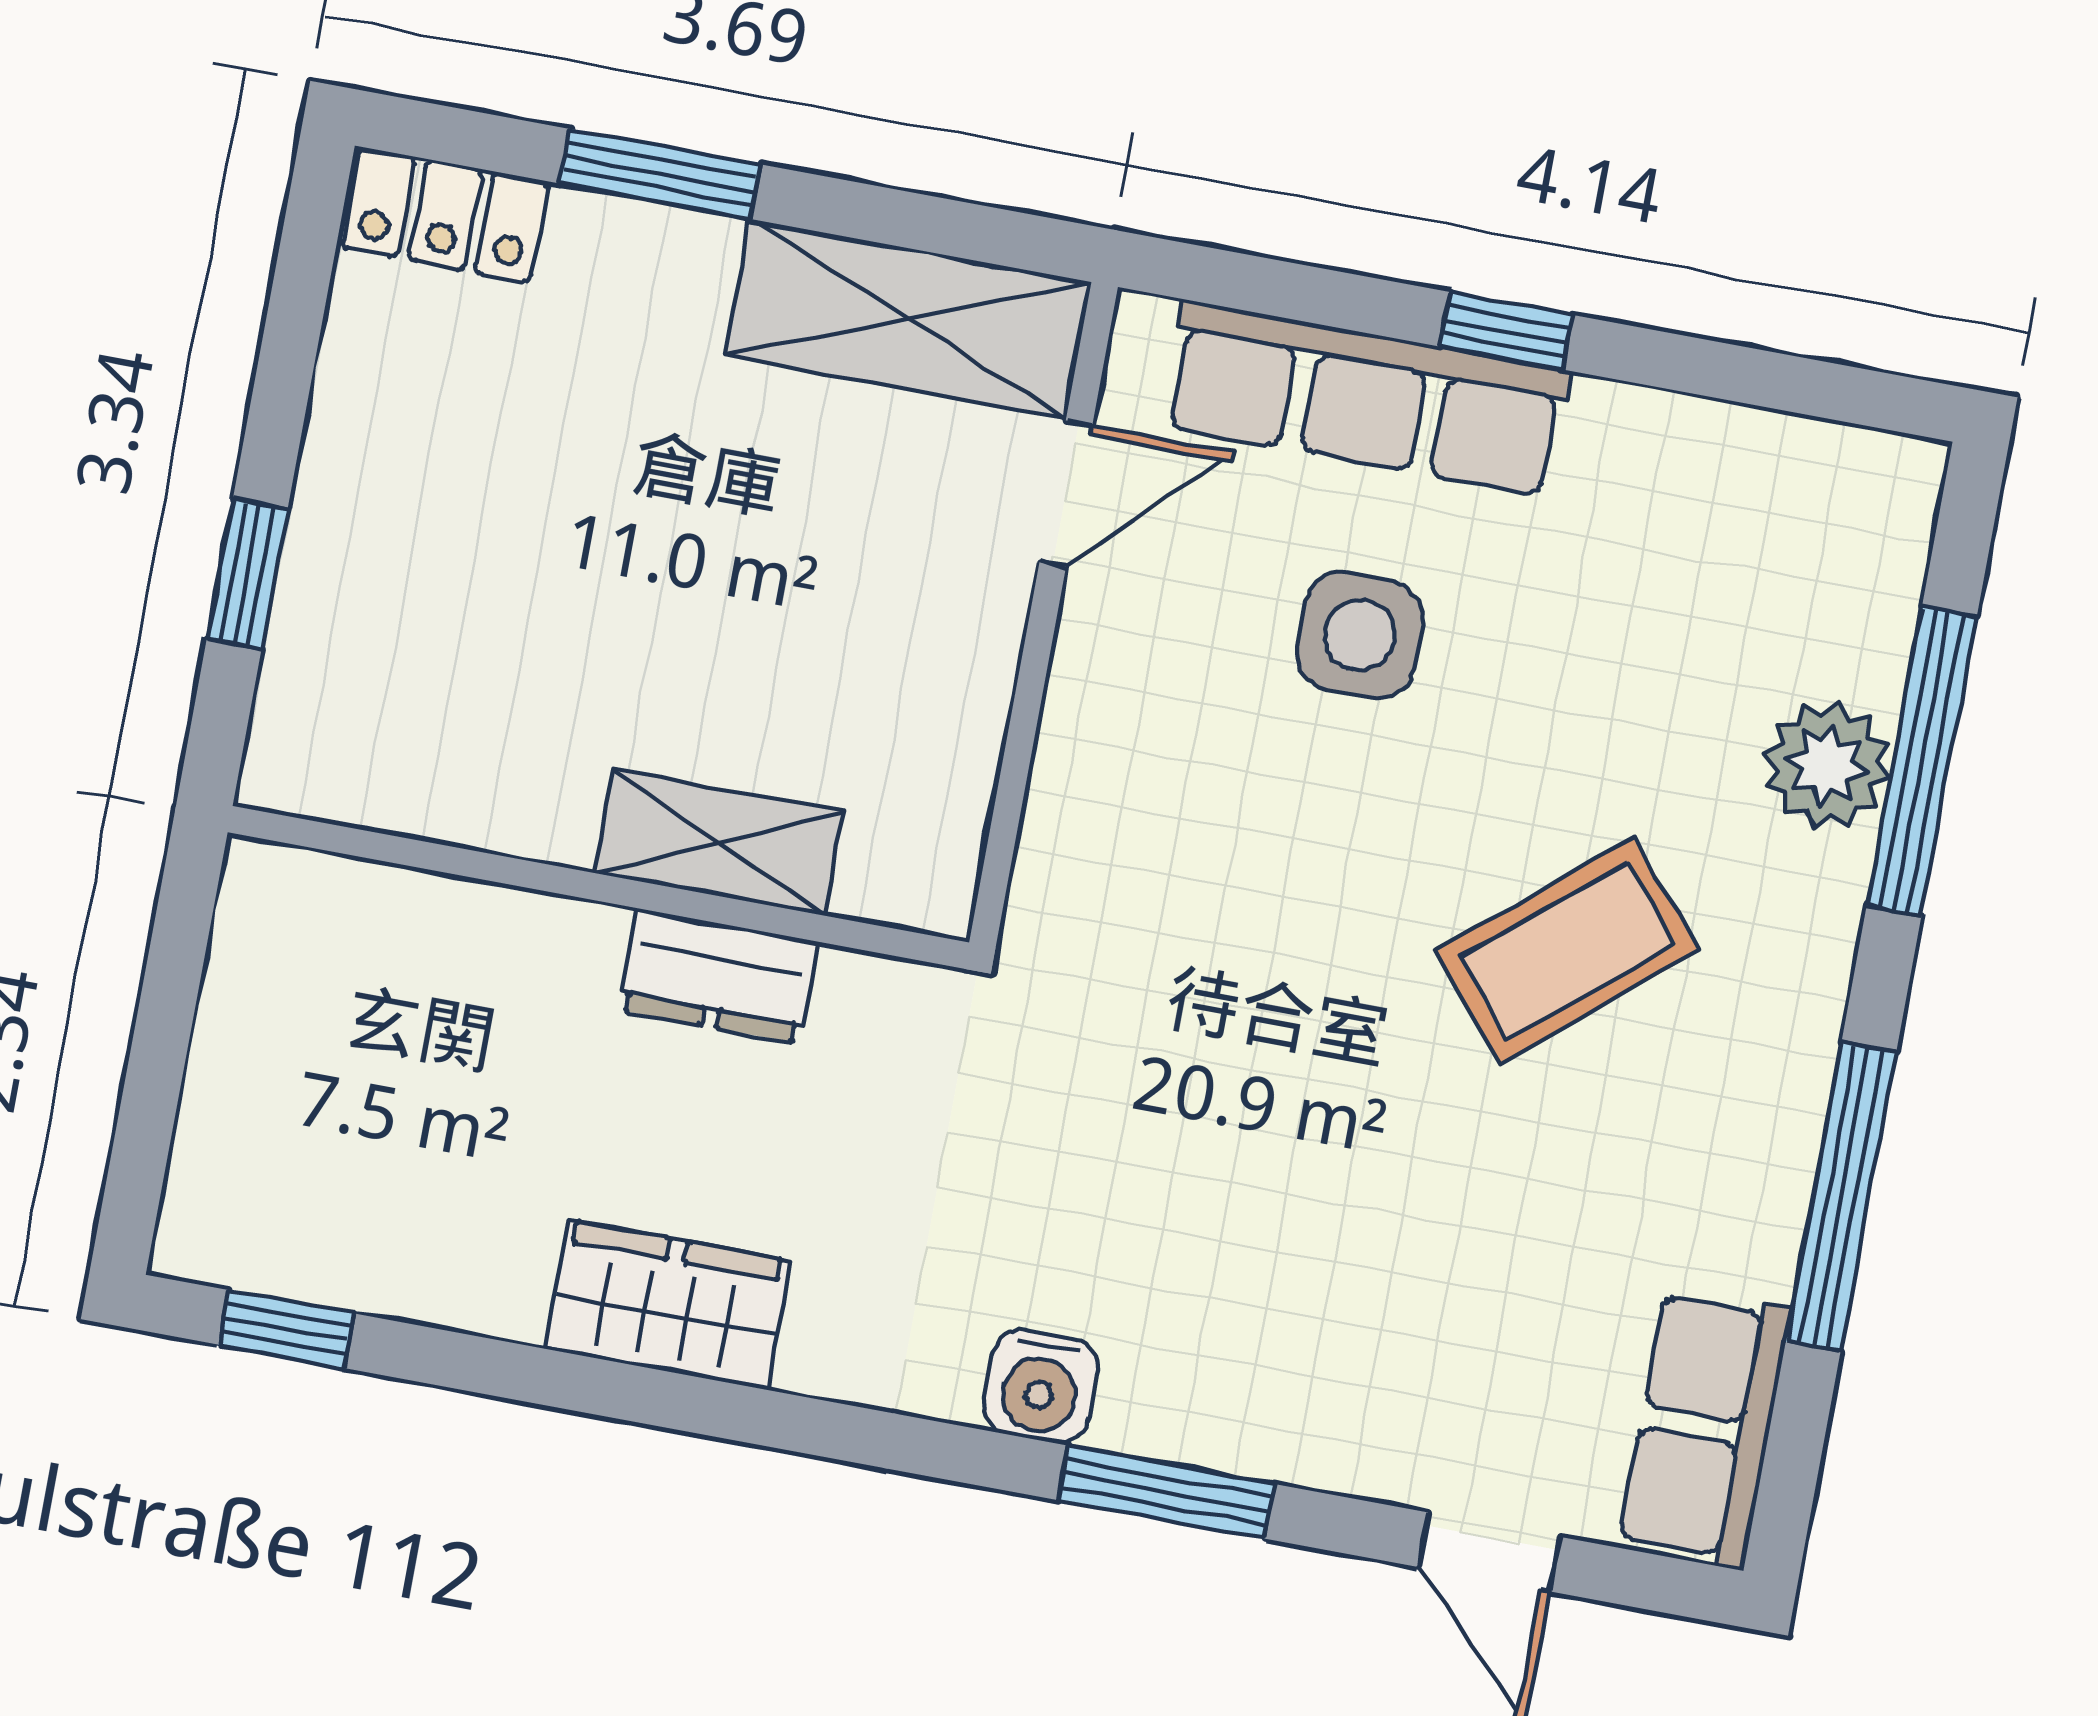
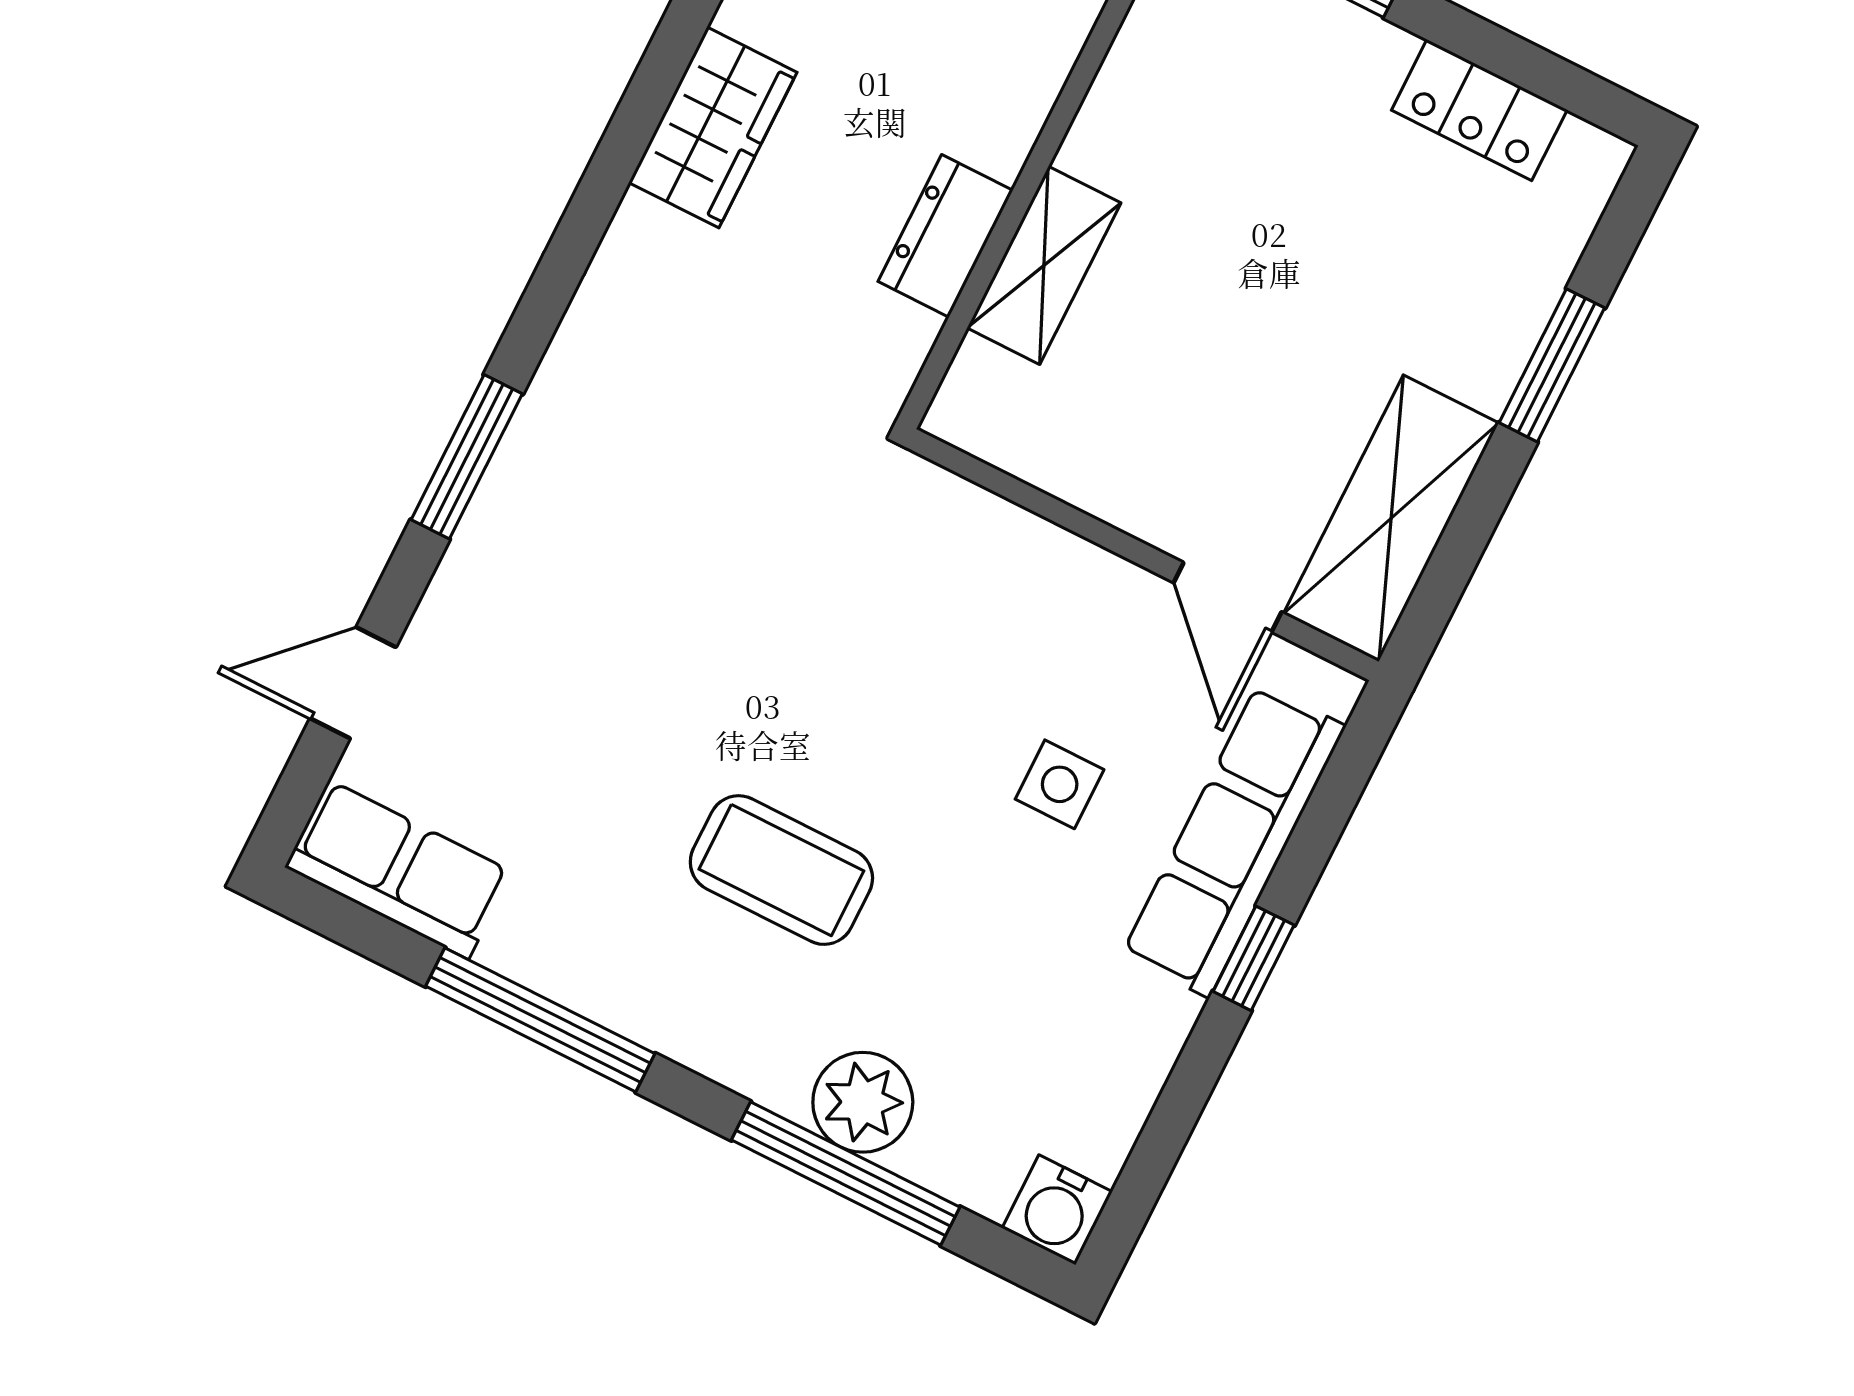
locker: (446, 215) -> (1479, 110), moved, turned -90
side table: (1360, 635) -> (1060, 784), width x0.73, depth x0.73
coffee table: (1567, 951) -> (781, 870), turned -50
water cooler: (1041, 1386) -> (1057, 1210), moved, turned -90

